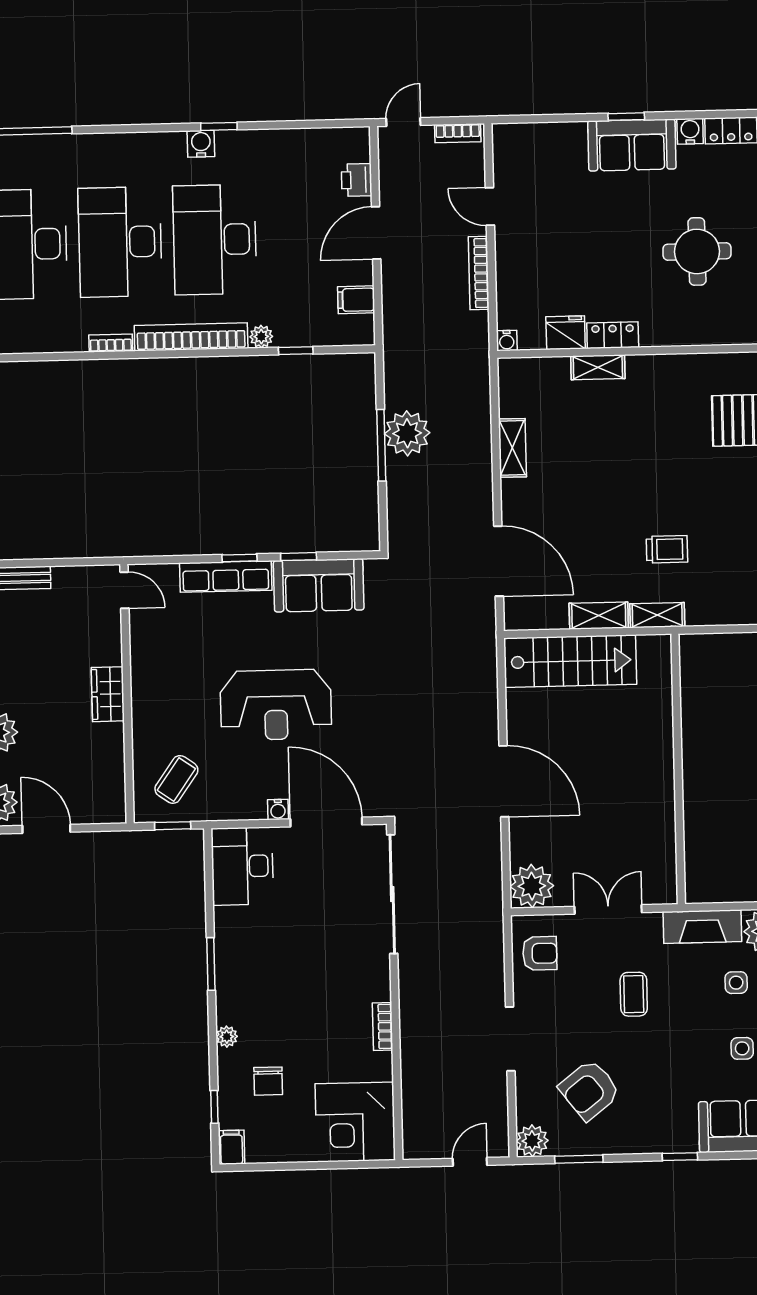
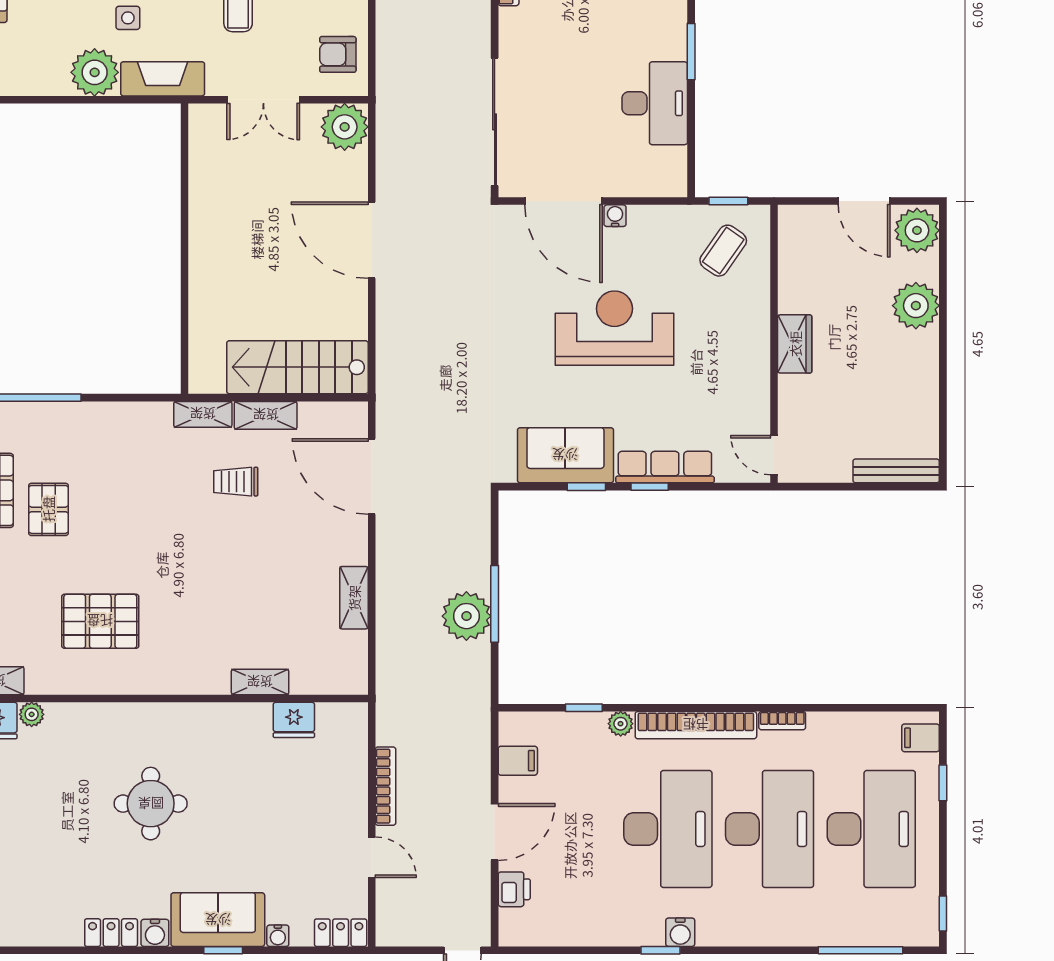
bookcase: (458, 133) -> (404, 937), removed
locker: (613, 335) -> (341, 933), moved, turned 180
water cooler: (507, 340) -> (278, 936), moved, turned 180
trolley: (667, 549) -> (236, 482), moved
desk: (242, 866) -> (655, 103), moved

